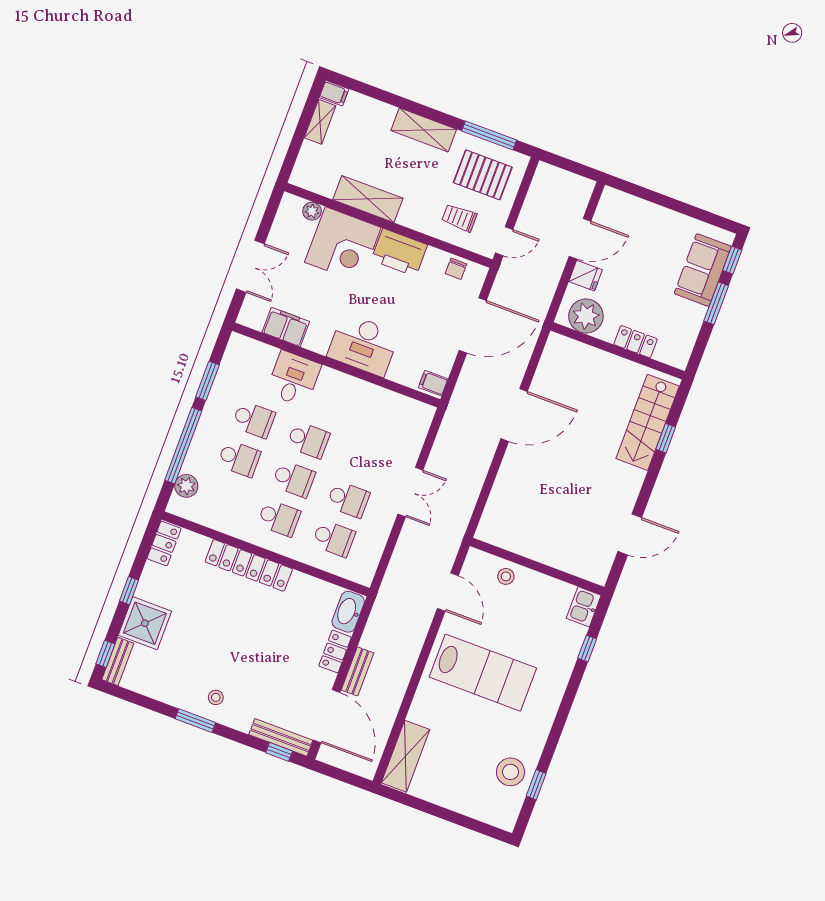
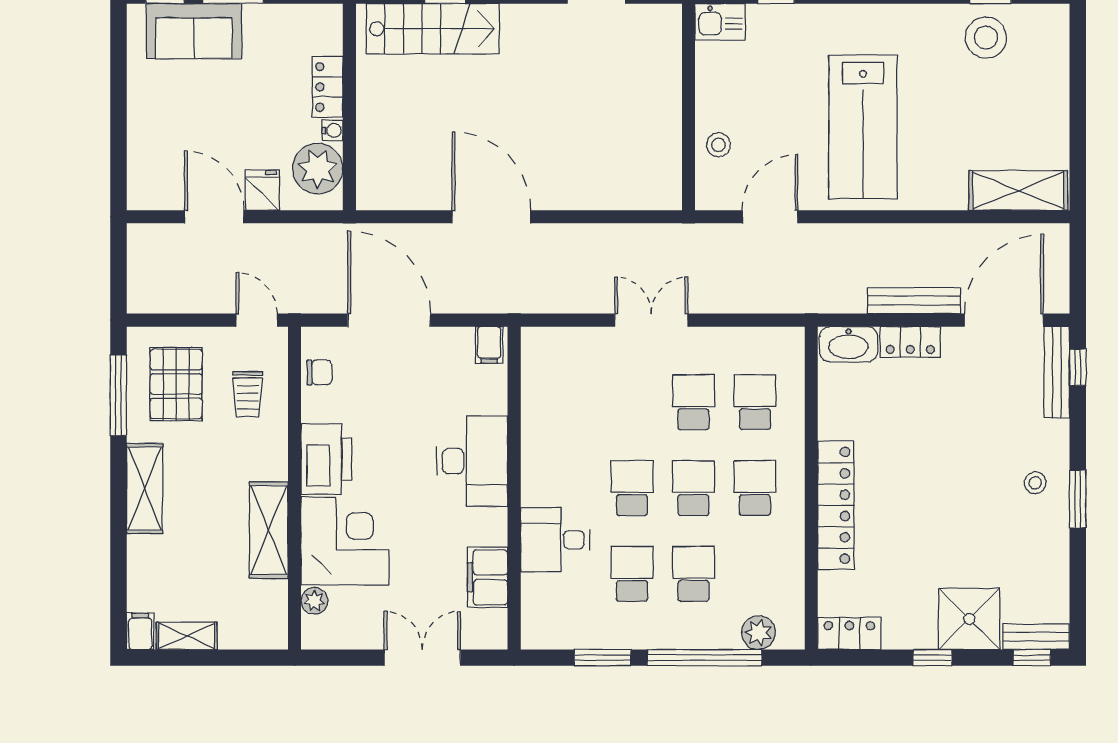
water cooler: (607, 335) -> (333, 130), added
bench: (357, 671) -> (914, 301), width x1.36
lab bench: (483, 673) -> (863, 127), turned 180

